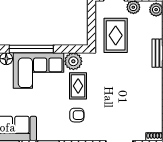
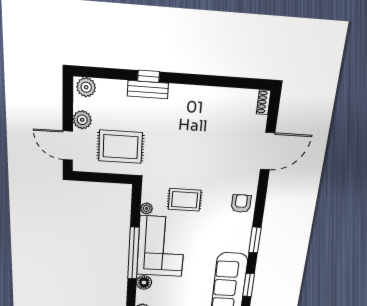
plant: (73, 61) -> (147, 208), width x0.53, depth x0.53
armchair: (77, 115) -> (241, 204), moved

